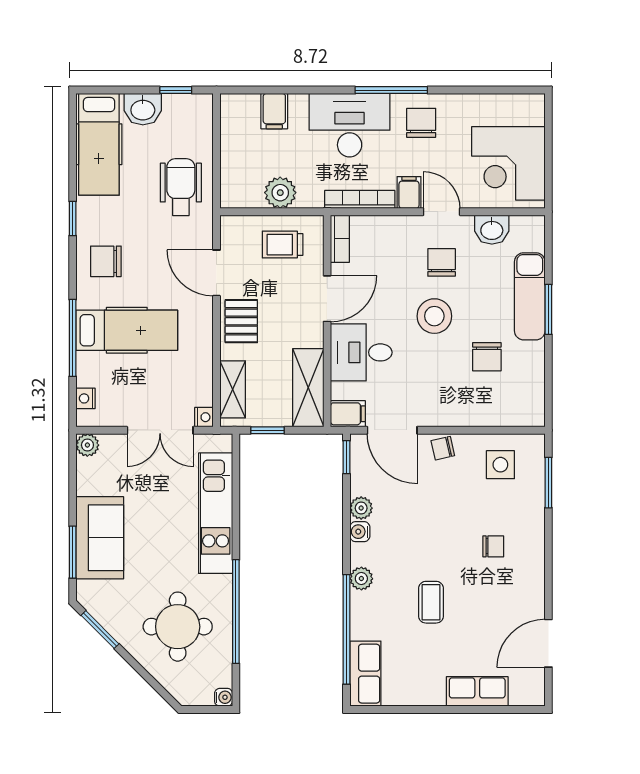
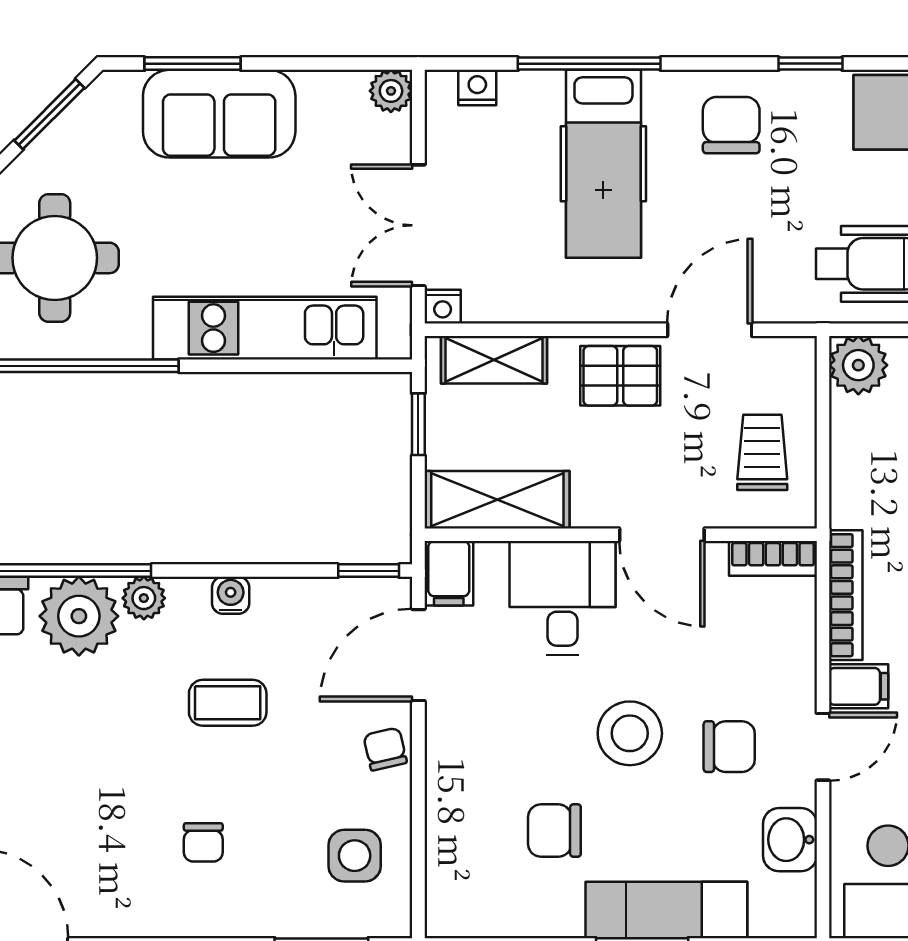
plant: (280, 193) -> (858, 365), moved
plant: (361, 508) -> (79, 616), moved, width x1.88, depth x1.88
coffee table: (431, 602) -> (228, 703), moved

